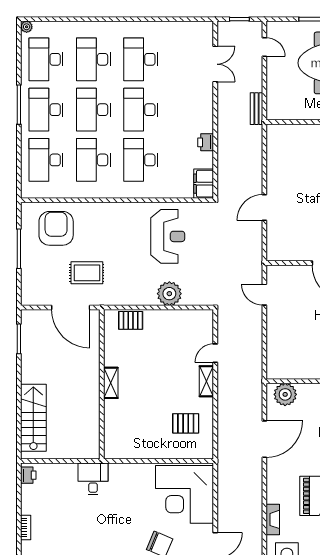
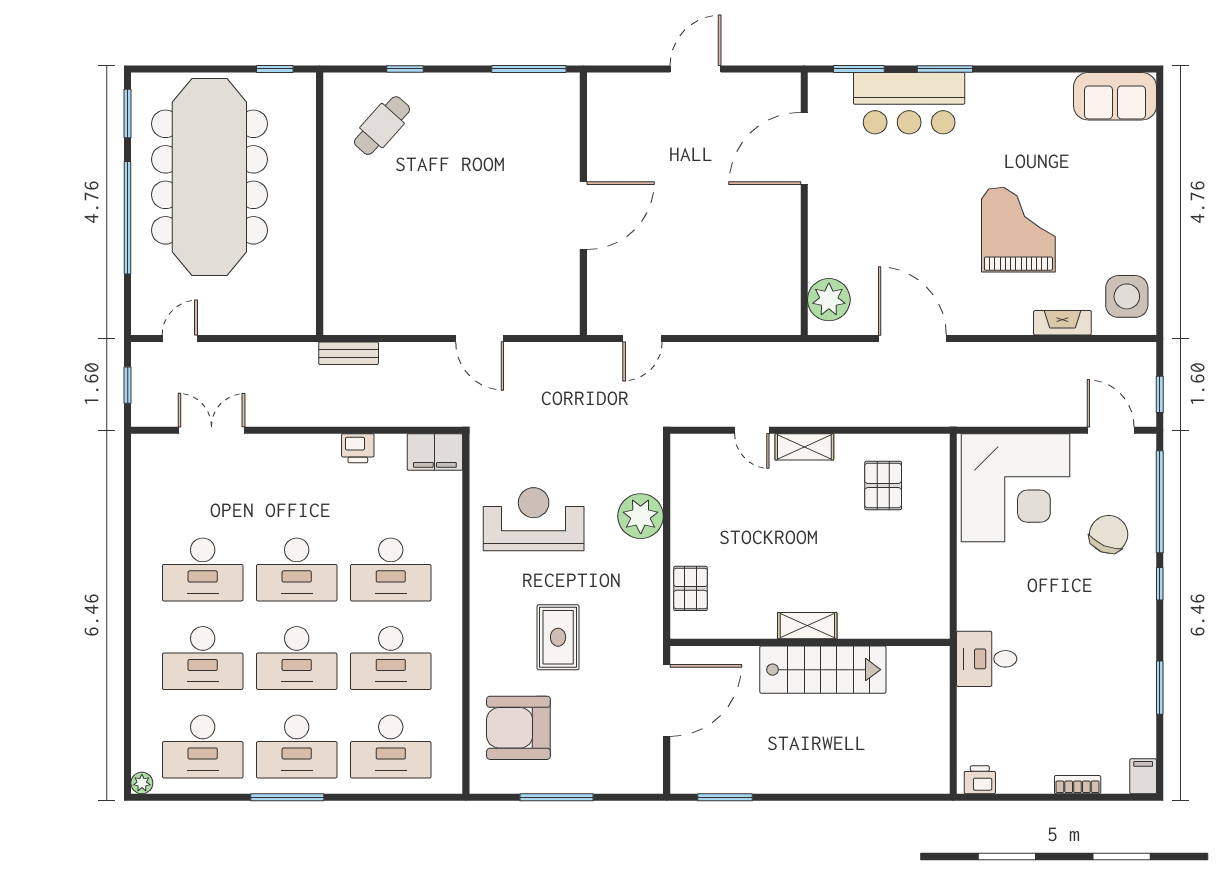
bench: (256, 109) -> (349, 353), moved
rug: (87, 273) -> (558, 637), moved
stairs: (33, 418) -> (823, 670), moved, turned 180

